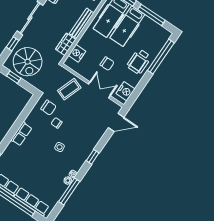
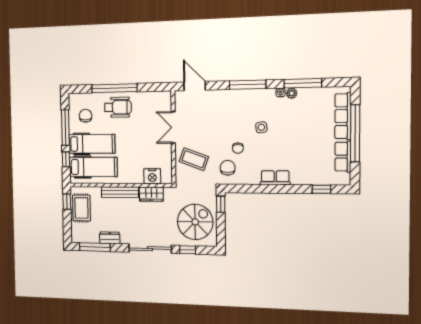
window: (161, 57) -> (114, 88), moved
chair: (107, 64) -> (86, 116), moved
window: (14, 77) -> (221, 204), moved
nightstand: (125, 91) -> (156, 99), removed
window: (93, 157) -> (248, 85), width x2.17

